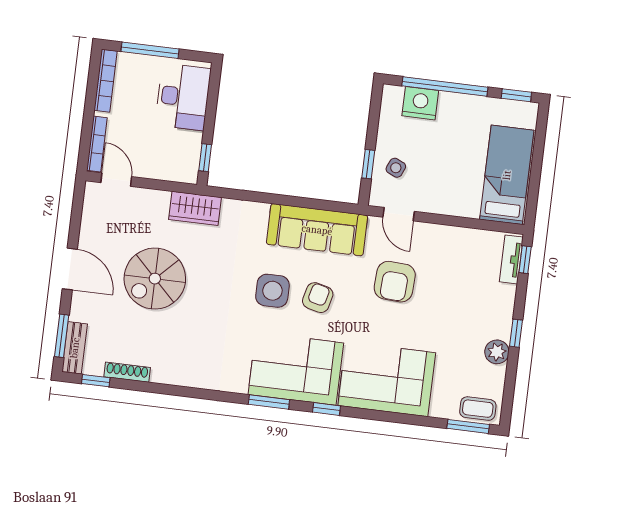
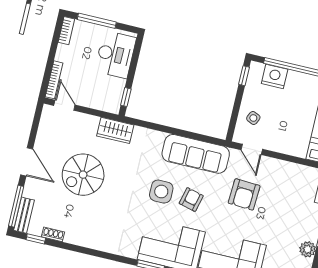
bookcase: (106, 81) -> (66, 31), width x0.64
window: (368, 164) -> (244, 76), moved
window: (62, 336) -> (16, 206), width x1.44
shoe rack: (127, 372) -> (53, 234), width x0.70

